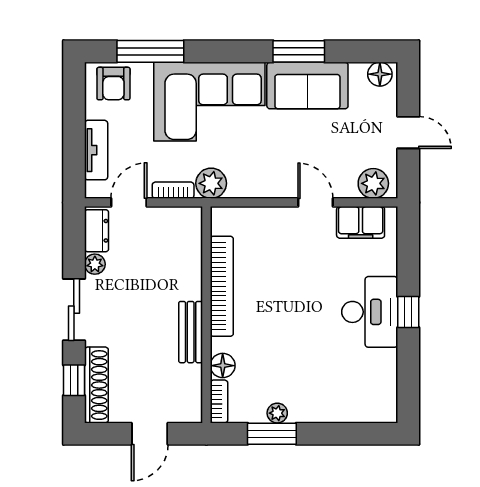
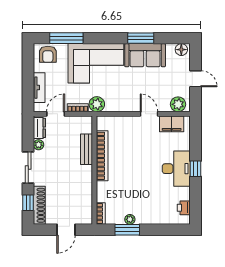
bench: (191, 332) -> (87, 149), moved
floor lamp: (223, 366) -> (103, 195), removed
printer: (385, 390) -> (184, 208), added

